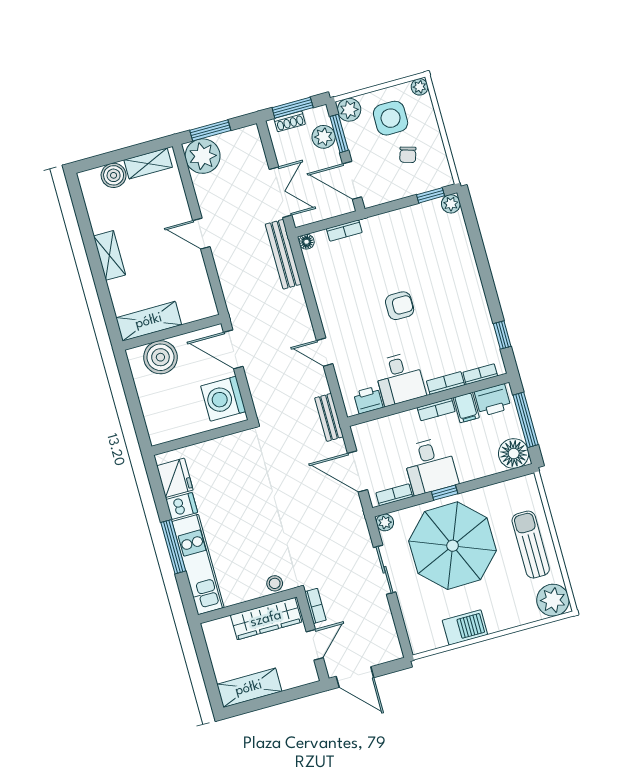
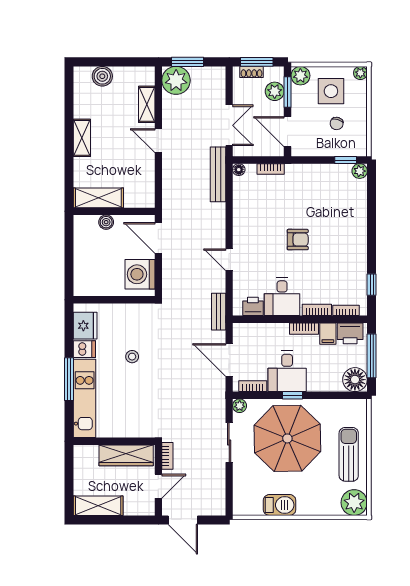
shelving: (148, 164) -> (147, 104), moved, turned 90
boiler: (160, 357) -> (106, 222), width x0.54, depth x0.54
stool: (275, 583) -> (132, 357), moved

